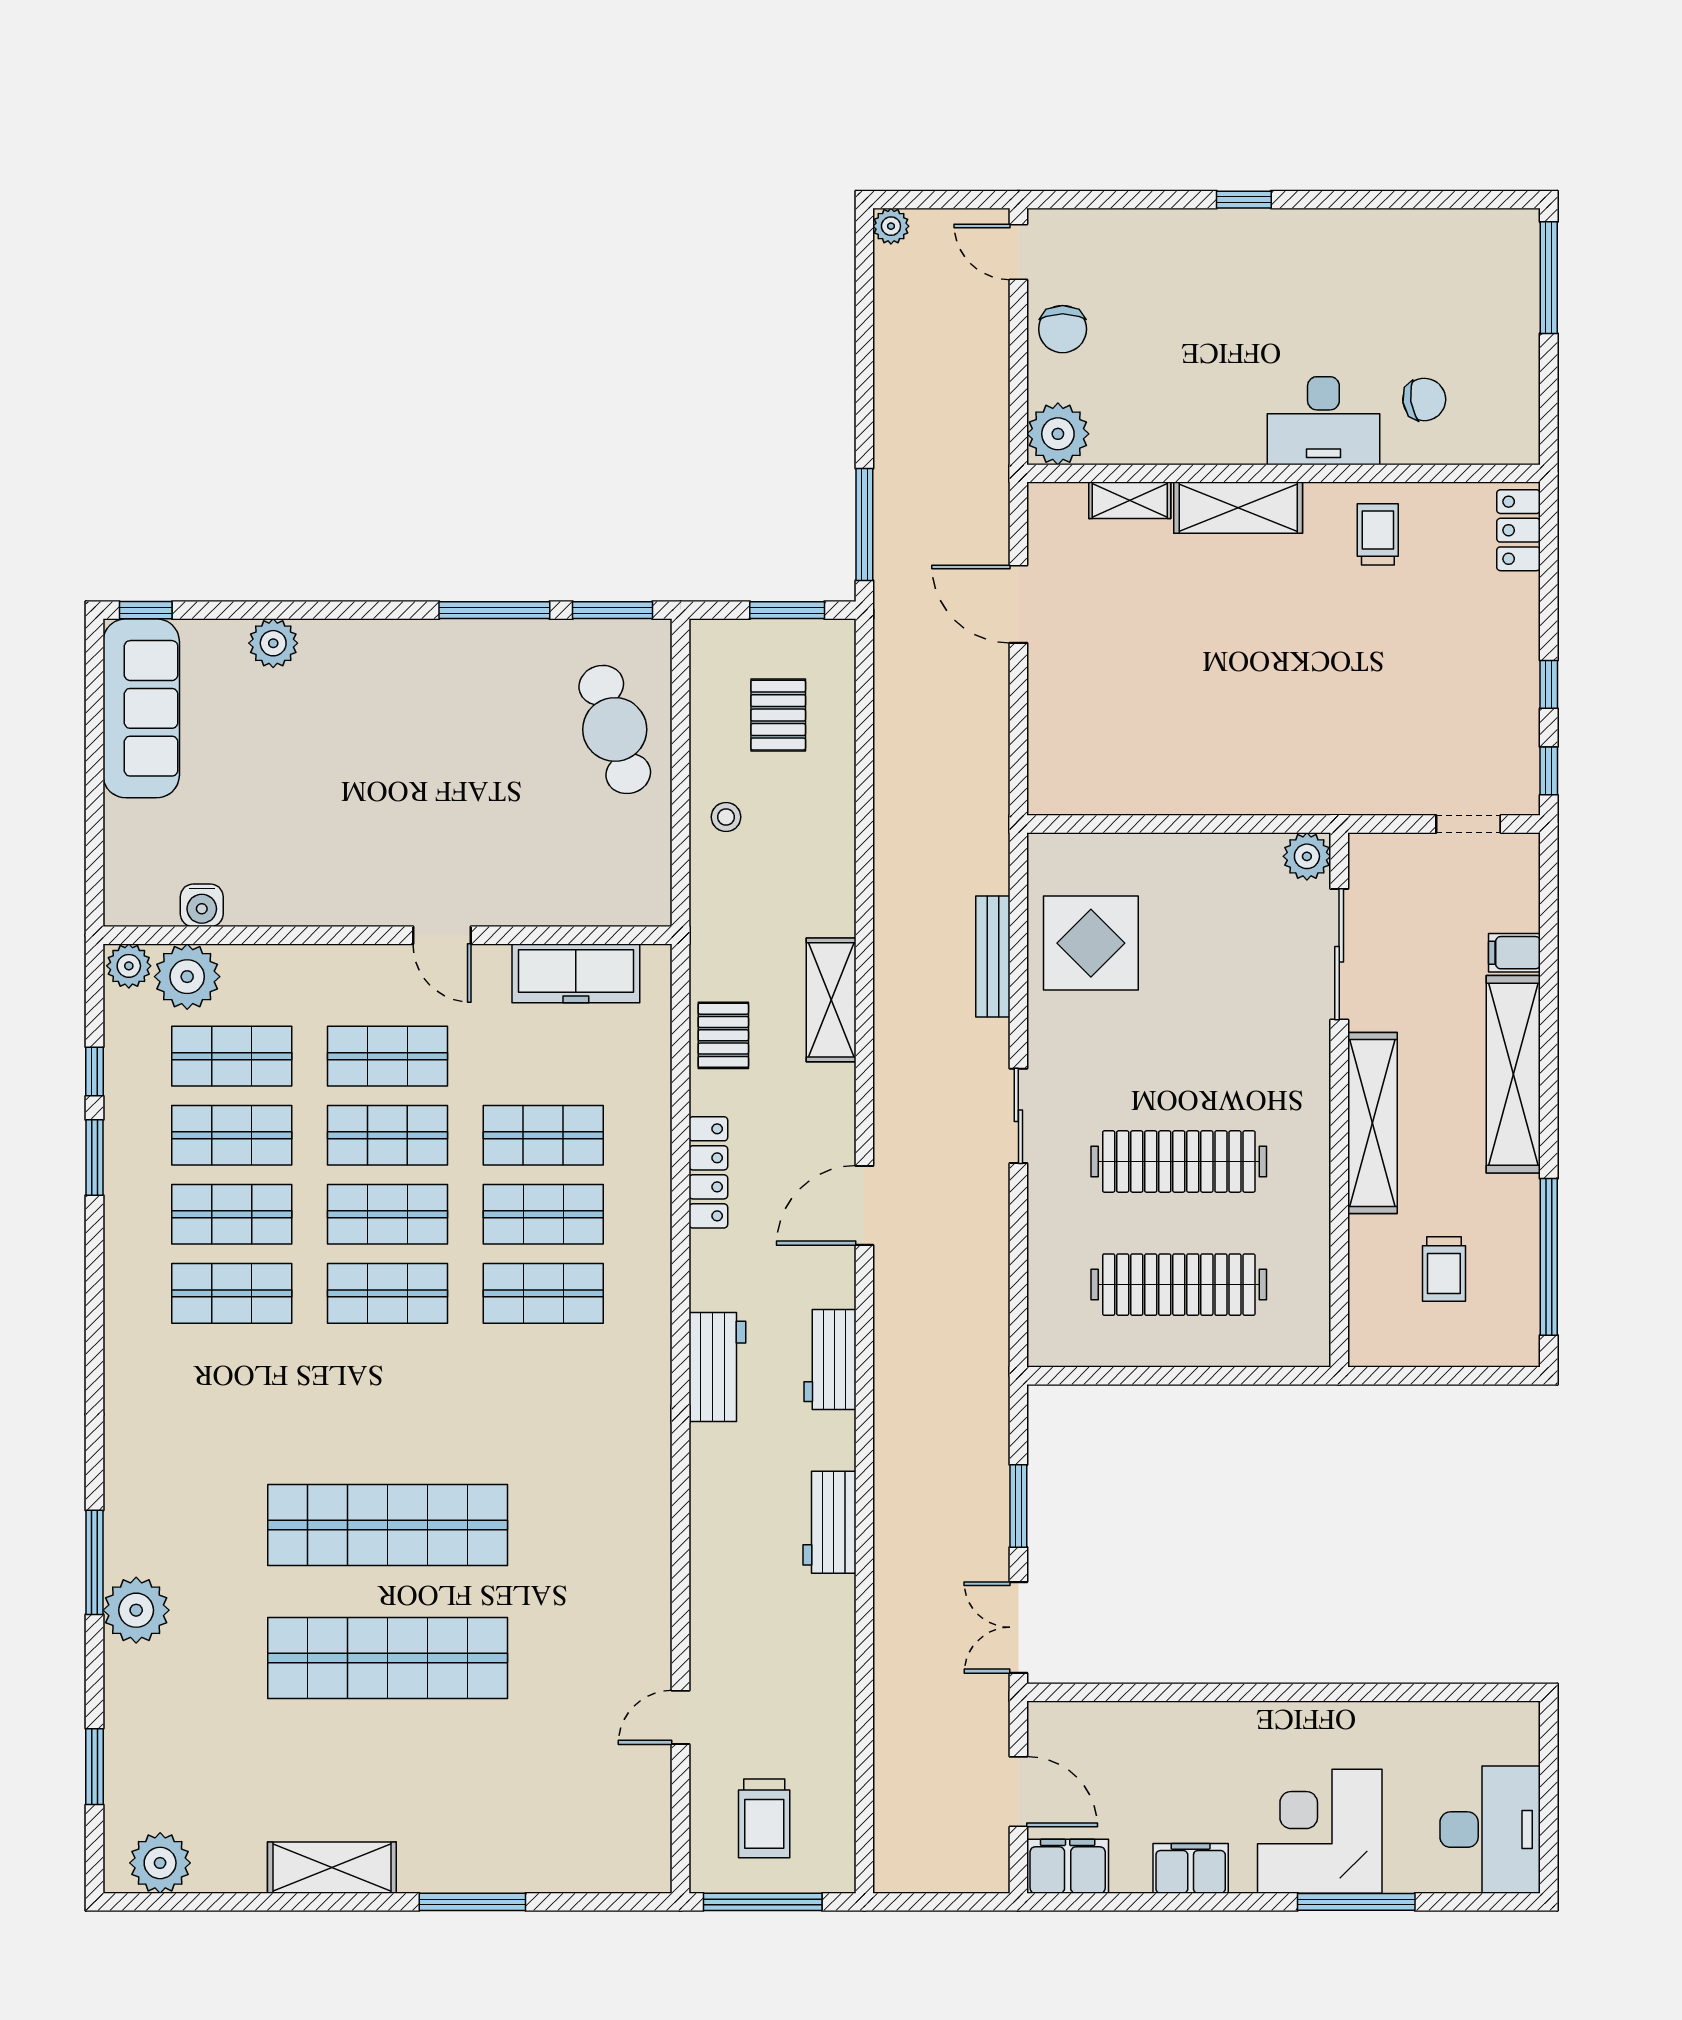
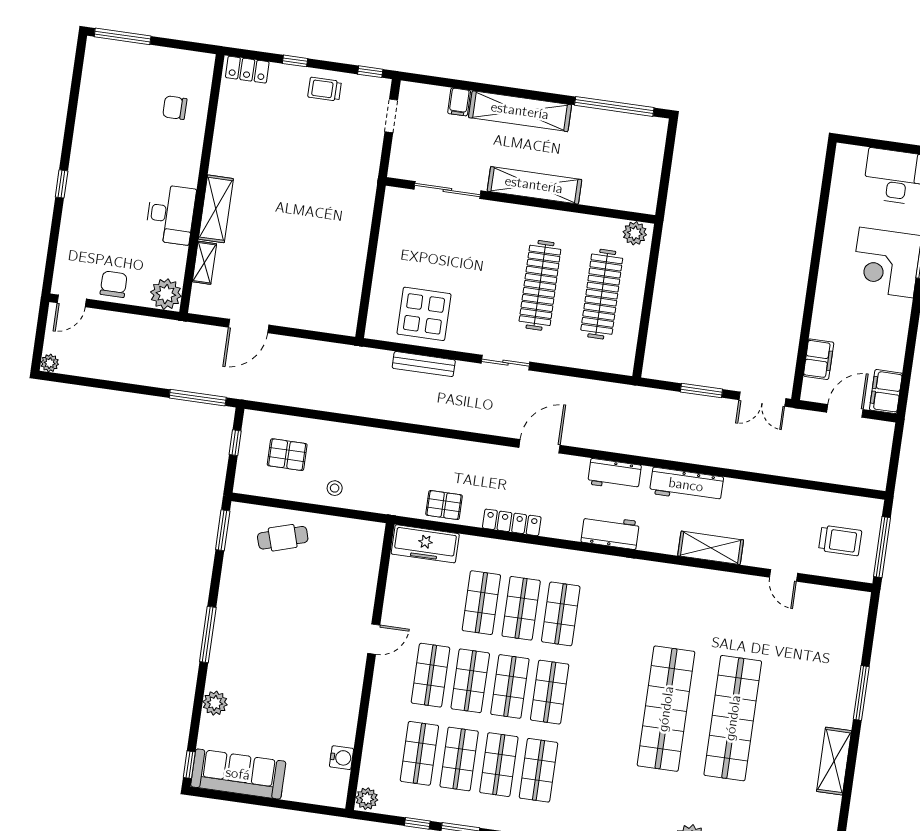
chair: (1063, 329) -> (114, 284), turned -90
chair: (1424, 399) -> (175, 108), turned -82
desk: (1323, 421) -> (171, 214), moved
trolley: (1378, 534) -> (325, 89), moved
window: (494, 610) -> (208, 634), moved
window: (787, 610) -> (235, 443), width x0.67
window: (1549, 684) -> (295, 61), moved
cafe table: (615, 729) -> (283, 538), width x0.73, depth x0.74
plant: (1307, 856) -> (635, 233), moved
freezer: (576, 973) -> (425, 544), moved, turned 90
plant: (187, 977) -> (376, 770), removed
shelving: (831, 1000) -> (711, 548), moved
door: (864, 1205) -> (539, 446), swing flipped
trolley: (1444, 1269) -> (613, 160), removed
workbench: (829, 1522) -> (686, 485), width x1.38
filing cabinet: (1191, 1868) -> (819, 359), moved, turned 180

